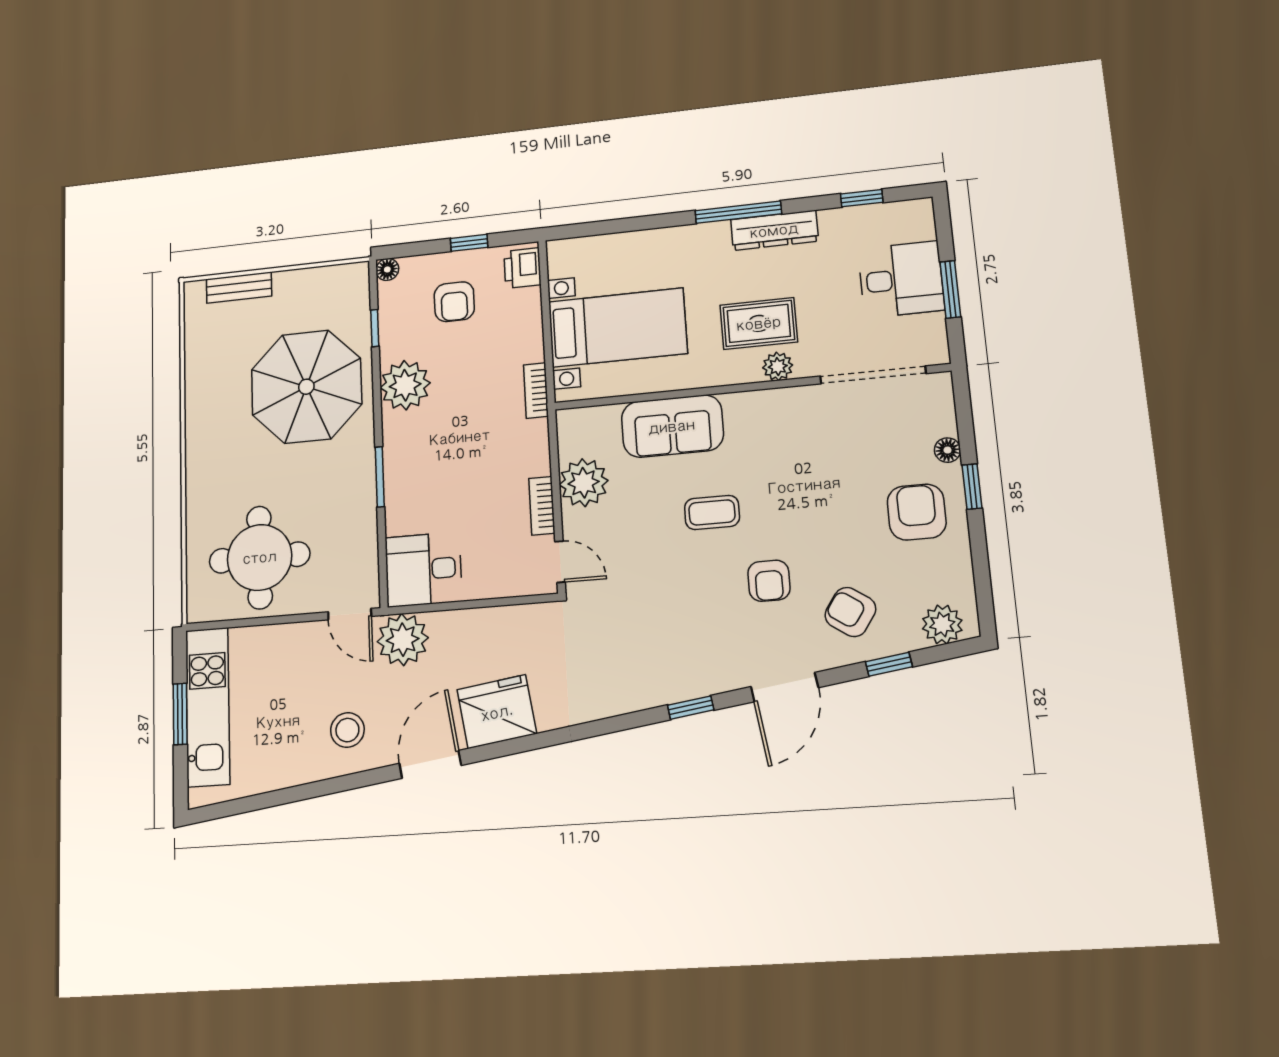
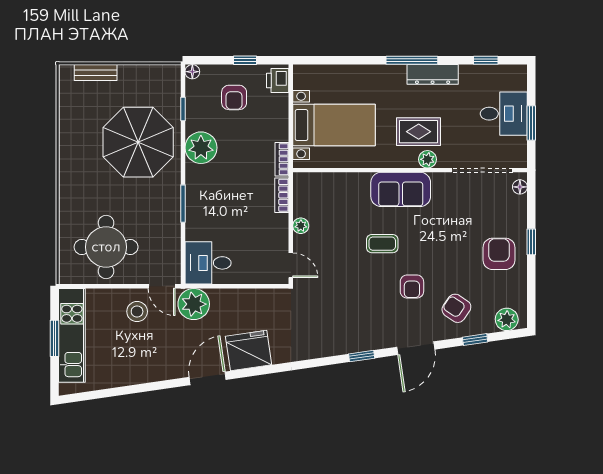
sofa: (672, 426) -> (401, 189), moved
floor lamp: (947, 450) -> (520, 187), moved
plant: (584, 483) -> (301, 226), width x0.53, depth x0.53
bookcase: (542, 506) -> (282, 195), moved
stool: (347, 730) -> (137, 312), moved

